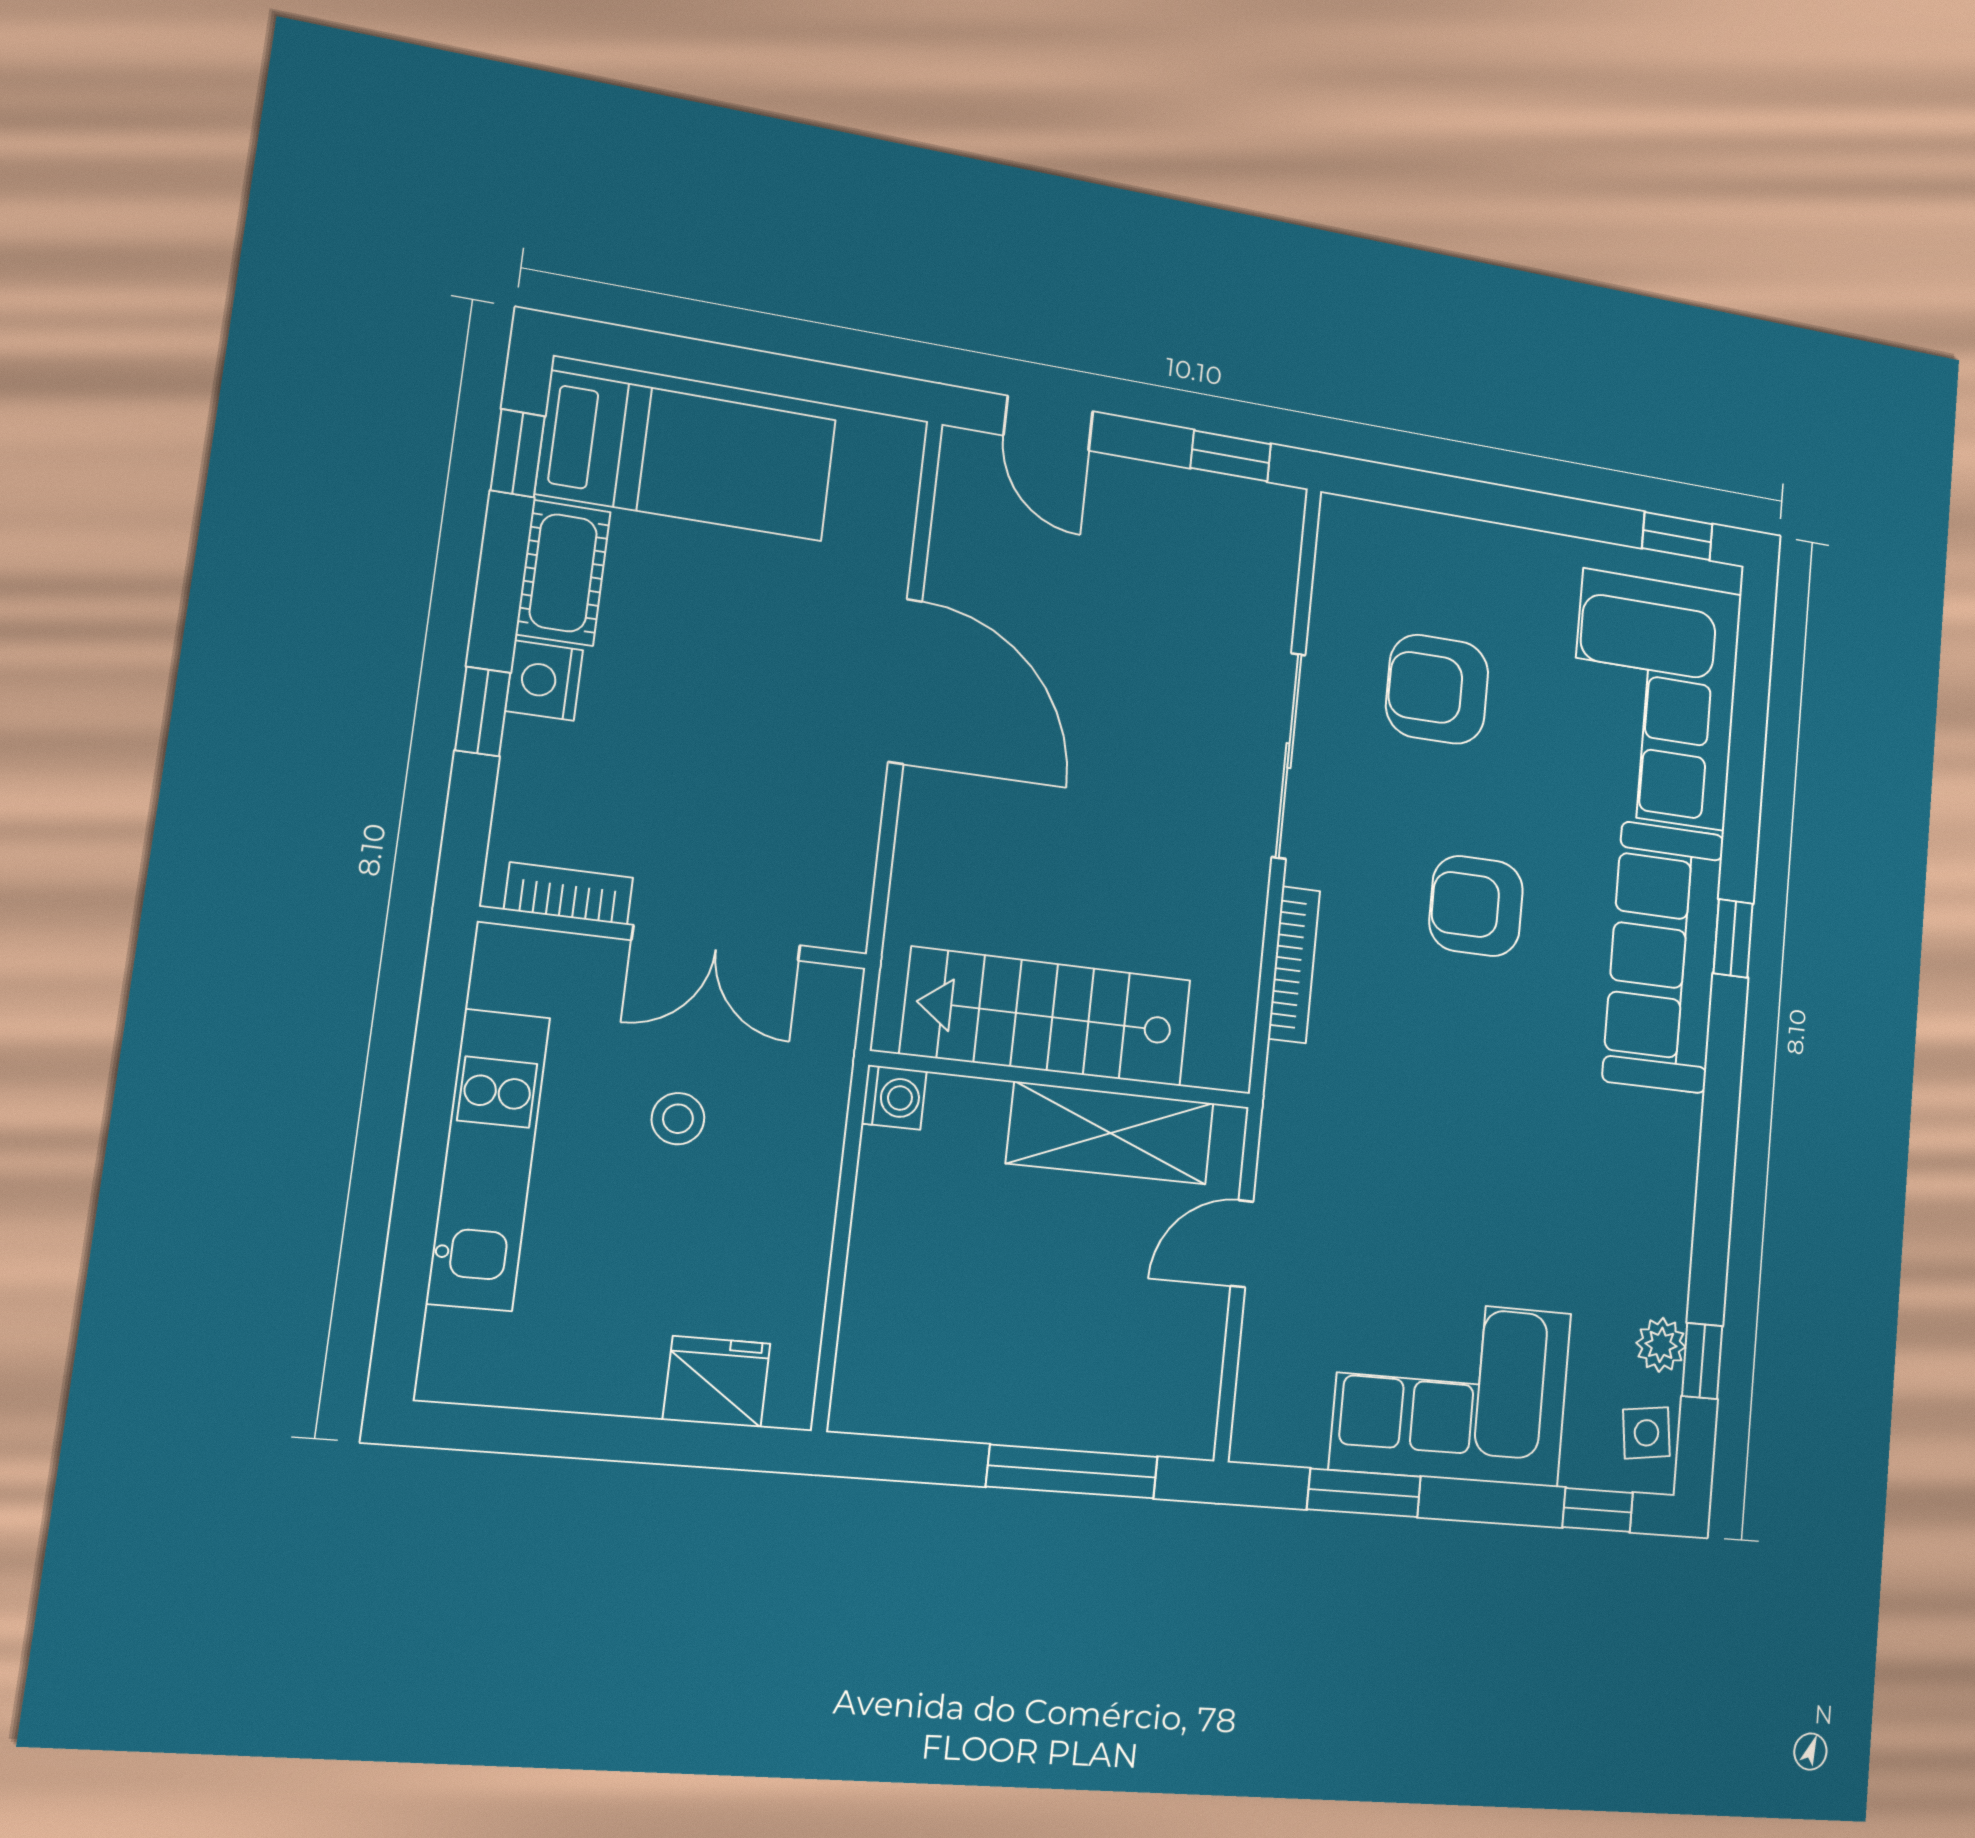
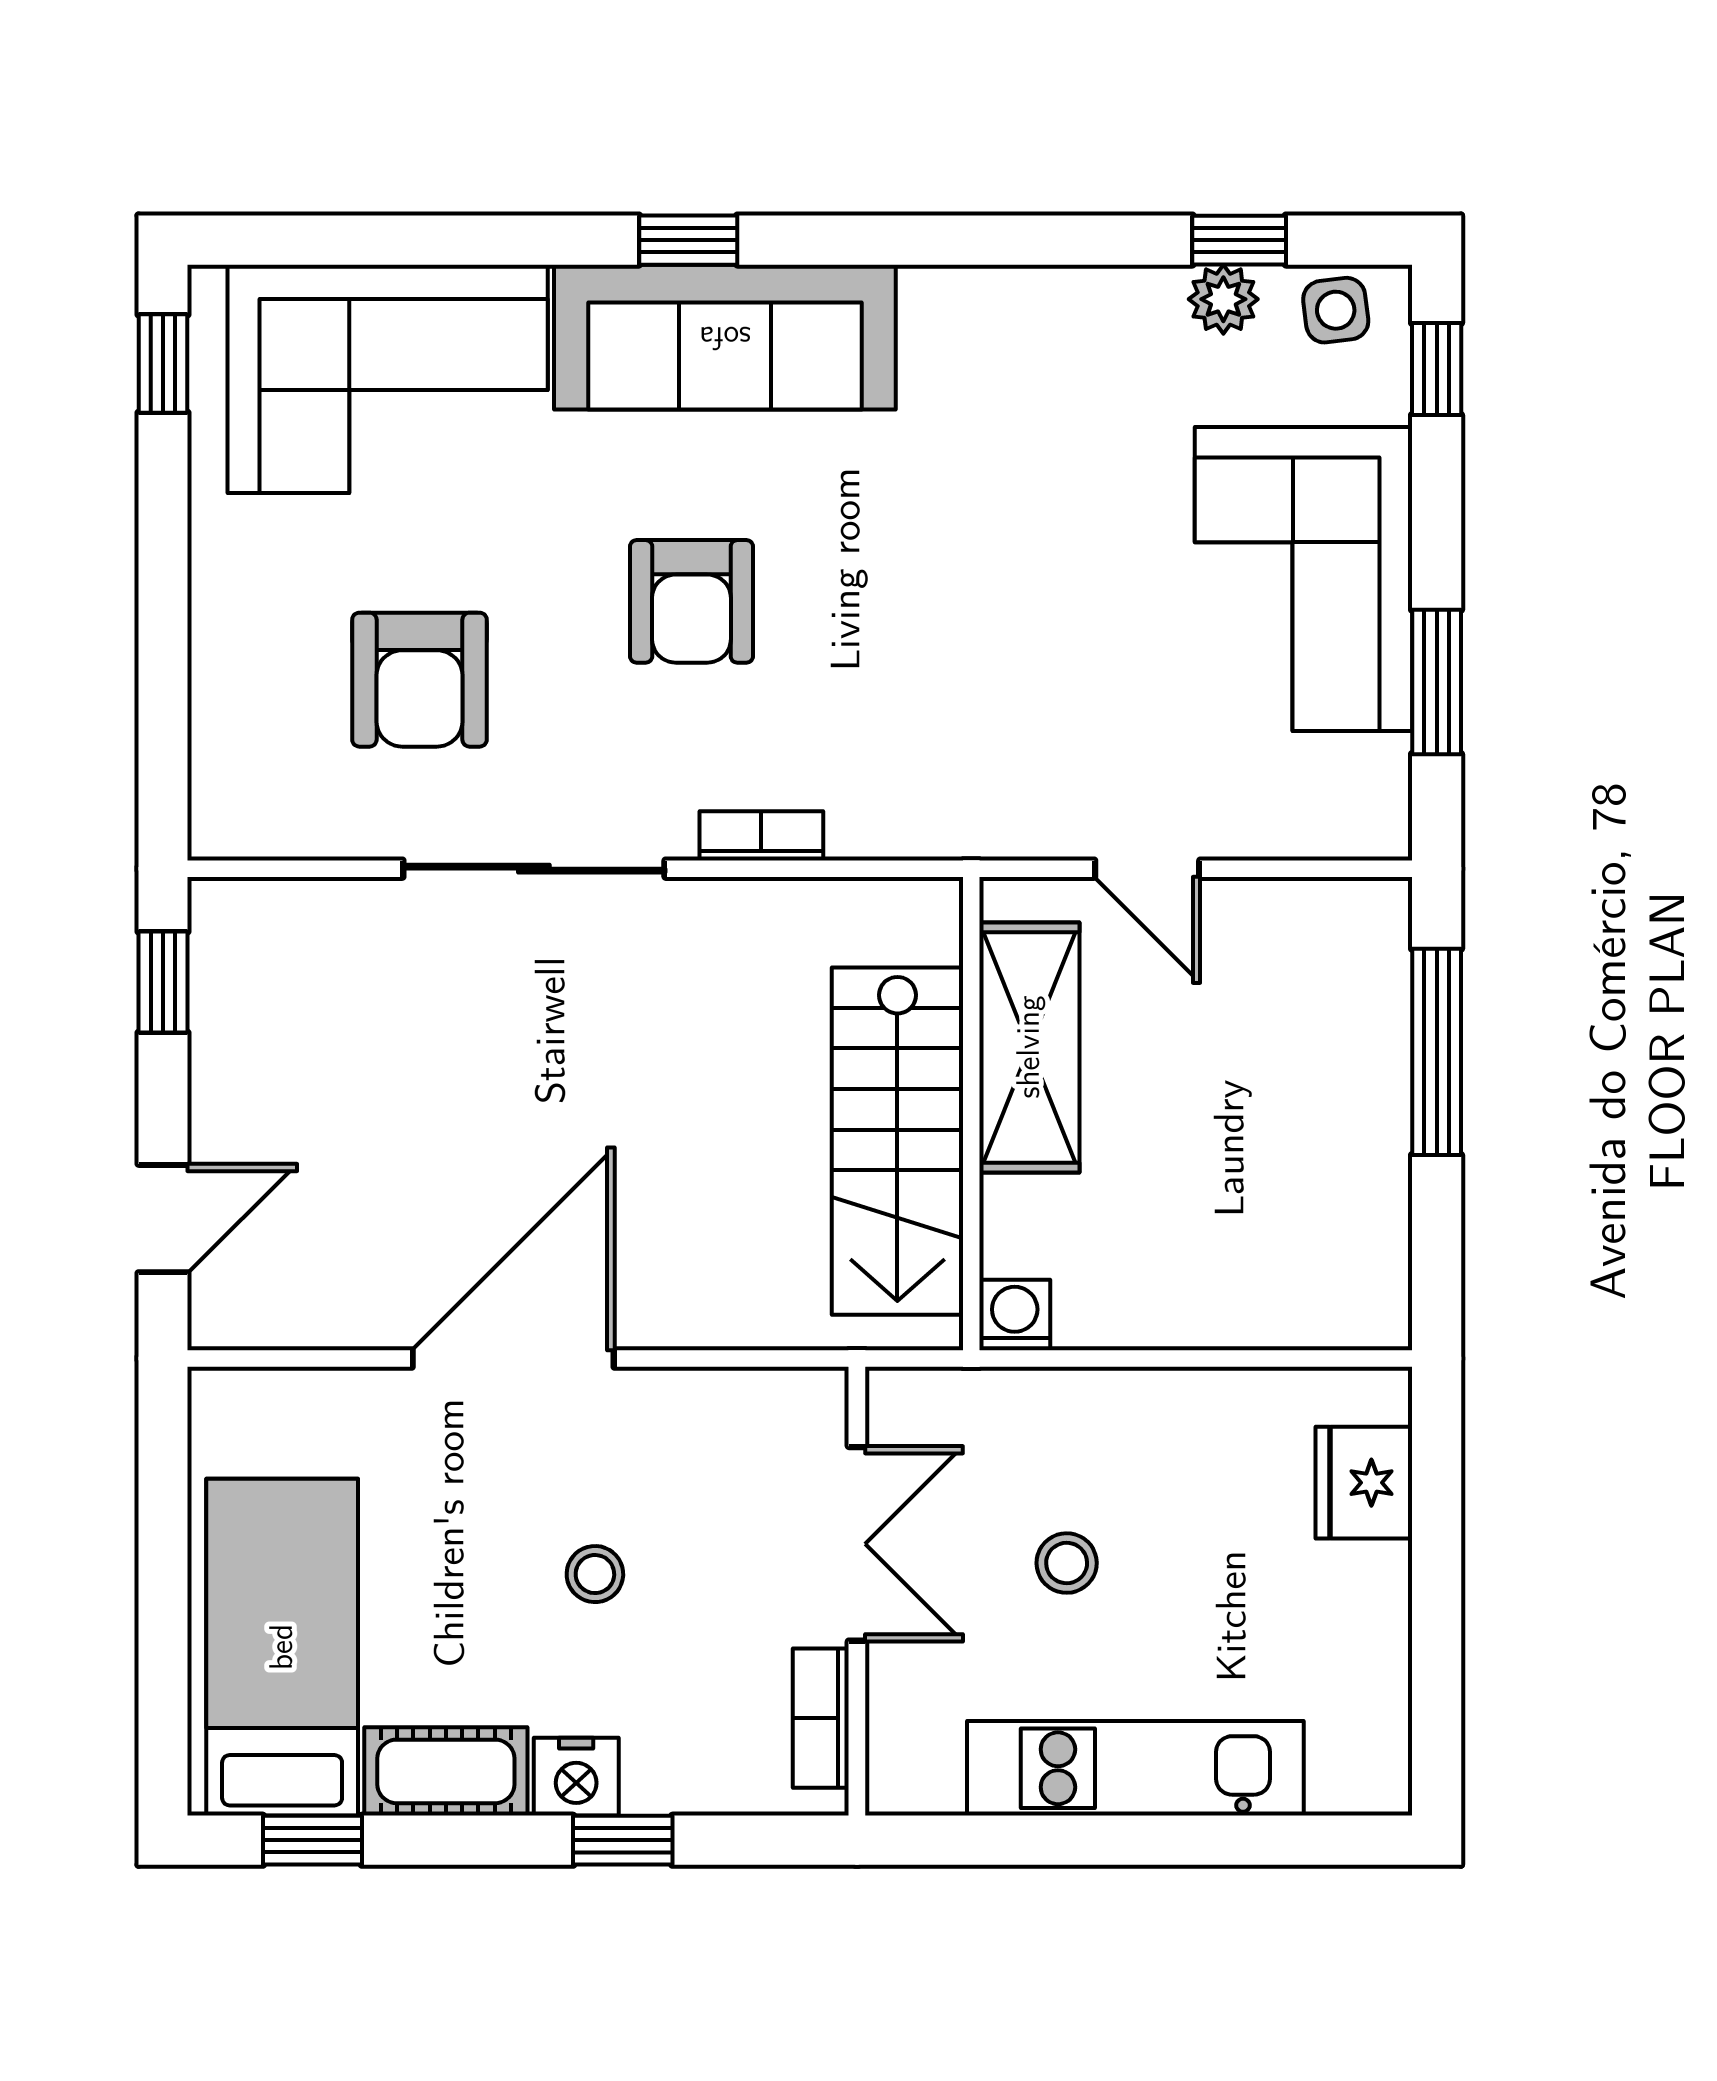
stool: (717, 721) -> (595, 1574), added
bookcase: (1294, 965) -> (761, 836), width x0.64

